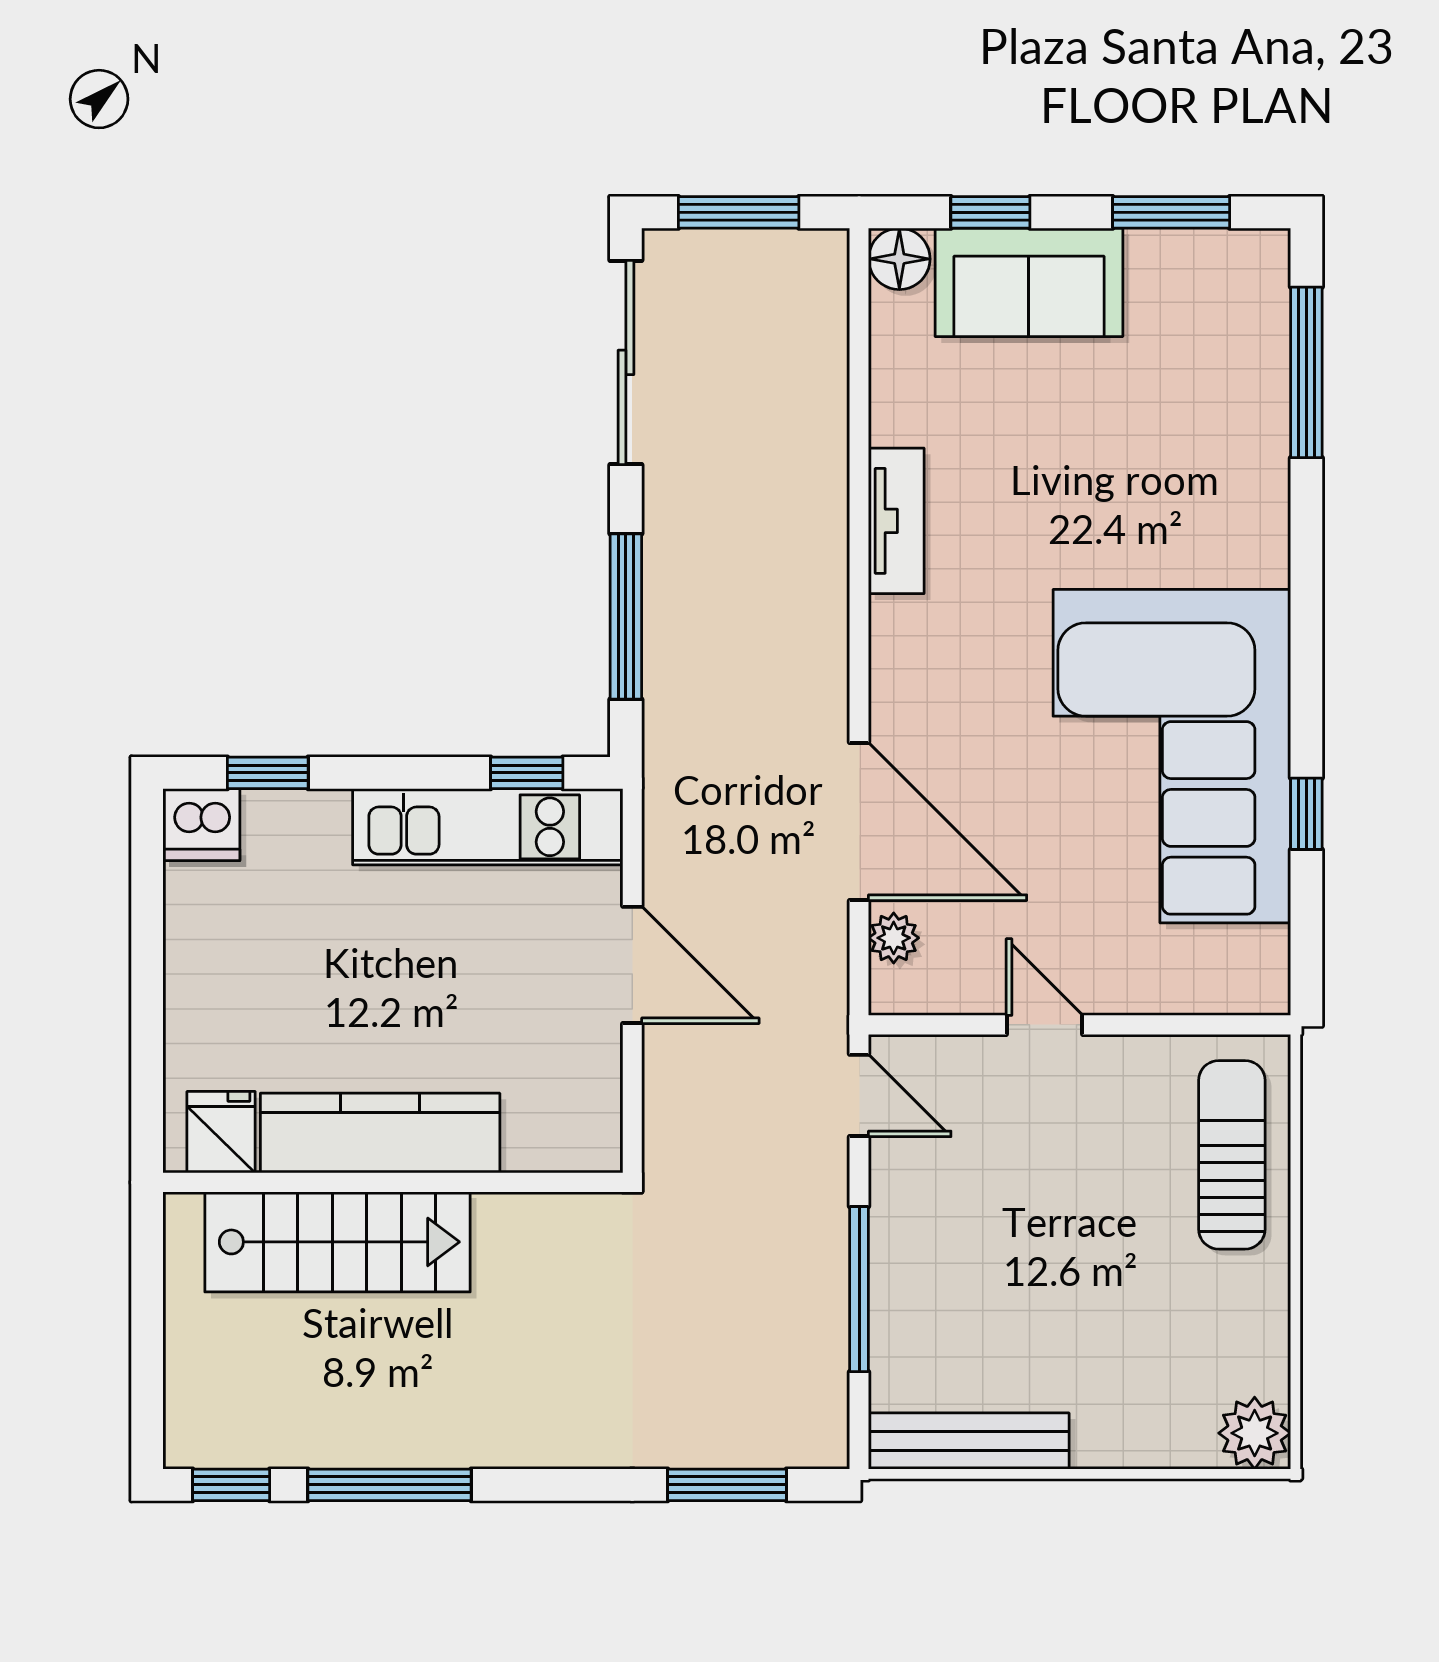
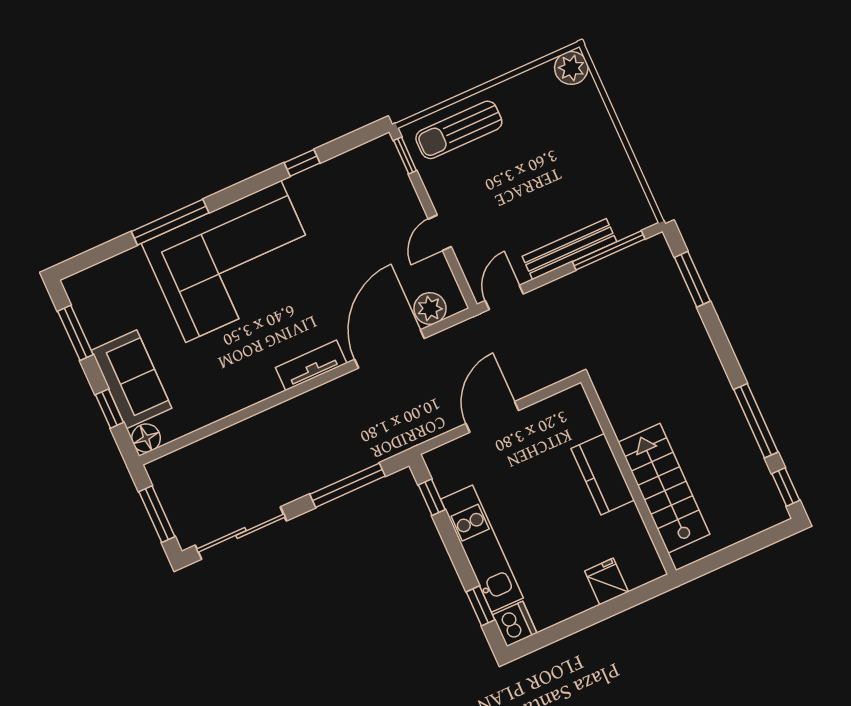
window: (1306, 372) -> (170, 222), moved
tv unit: (896, 521) -> (311, 365), moved
corner sofa: (1172, 756) -> (233, 262), moved
kitchen unit: (488, 827) -> (482, 549), moved
plant: (894, 938) -> (430, 308), width x1.38, depth x1.38
window: (1229, 1025) -> (405, 156), added
fridge: (221, 1132) -> (607, 581), moved, turned 90
kitchen counter: (380, 1133) -> (603, 474), width x0.67
window: (859, 1289) -> (609, 250), moved
bench: (969, 1441) -> (569, 249), moved, turned 90

